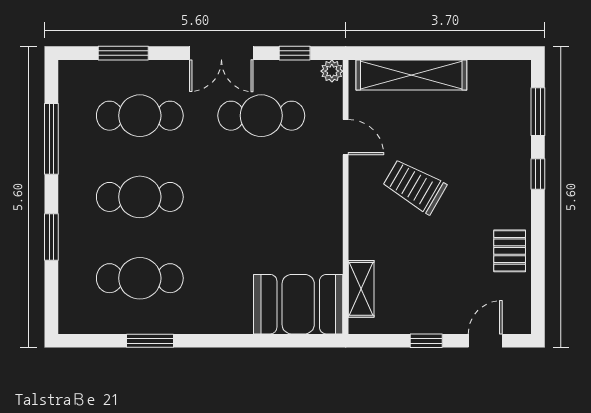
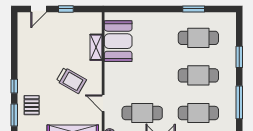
pallet: (510, 251) -> (32, 105), moved
shelving: (361, 289) -> (96, 47), moved
booth: (298, 304) -> (118, 41), moved, turned 90

